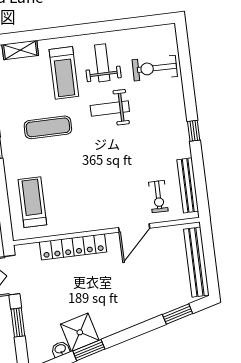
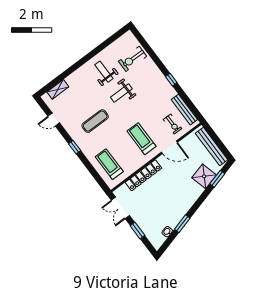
treadmill: (64, 73) -> (141, 139), moved, turned 180
door: (134, 228) -> (169, 147), hinge flipped
shower: (80, 332) -> (204, 176), moved

